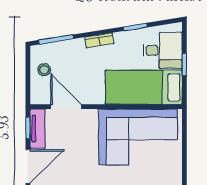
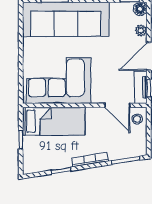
bookcase: (99, 40) -> (90, 160), width x1.56
desk: (163, 50) -> (39, 151), removed
stool: (44, 70) -> (137, 119), moved

